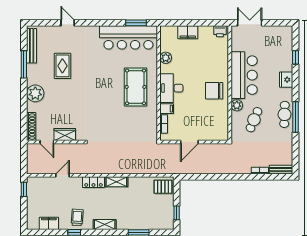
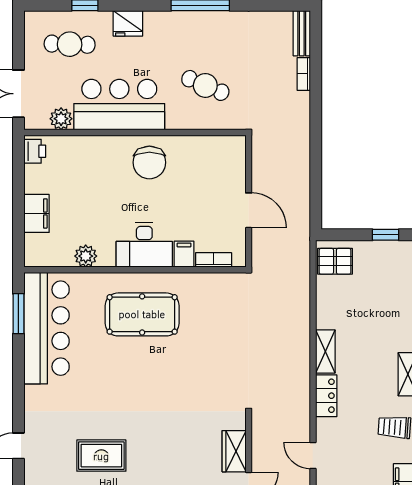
plant: (237, 105) -> (61, 119), moved
cafe table: (285, 114) -> (70, 44), moved
pallet: (163, 187) -> (335, 261), turned 90

